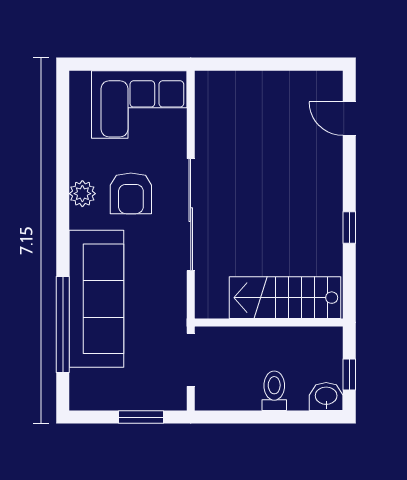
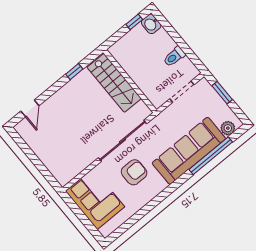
plant: (82, 194) -> (228, 128), moved
stairs: (285, 298) -> (114, 83), moved
wall: (269, 322) -> (130, 81), moved
toilet: (274, 391) -> (174, 57), moved

